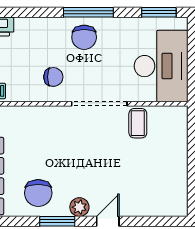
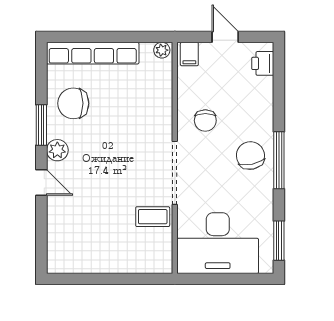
chair: (84, 37) -> (250, 156), turned 78

